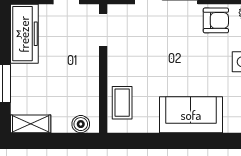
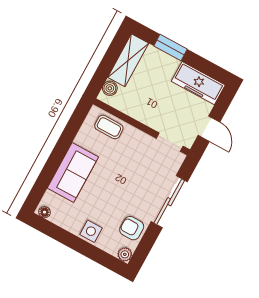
armchair: (216, 20) -> (132, 228), turned 90
shelving: (31, 124) -> (128, 60), width x1.50, depth x1.33

